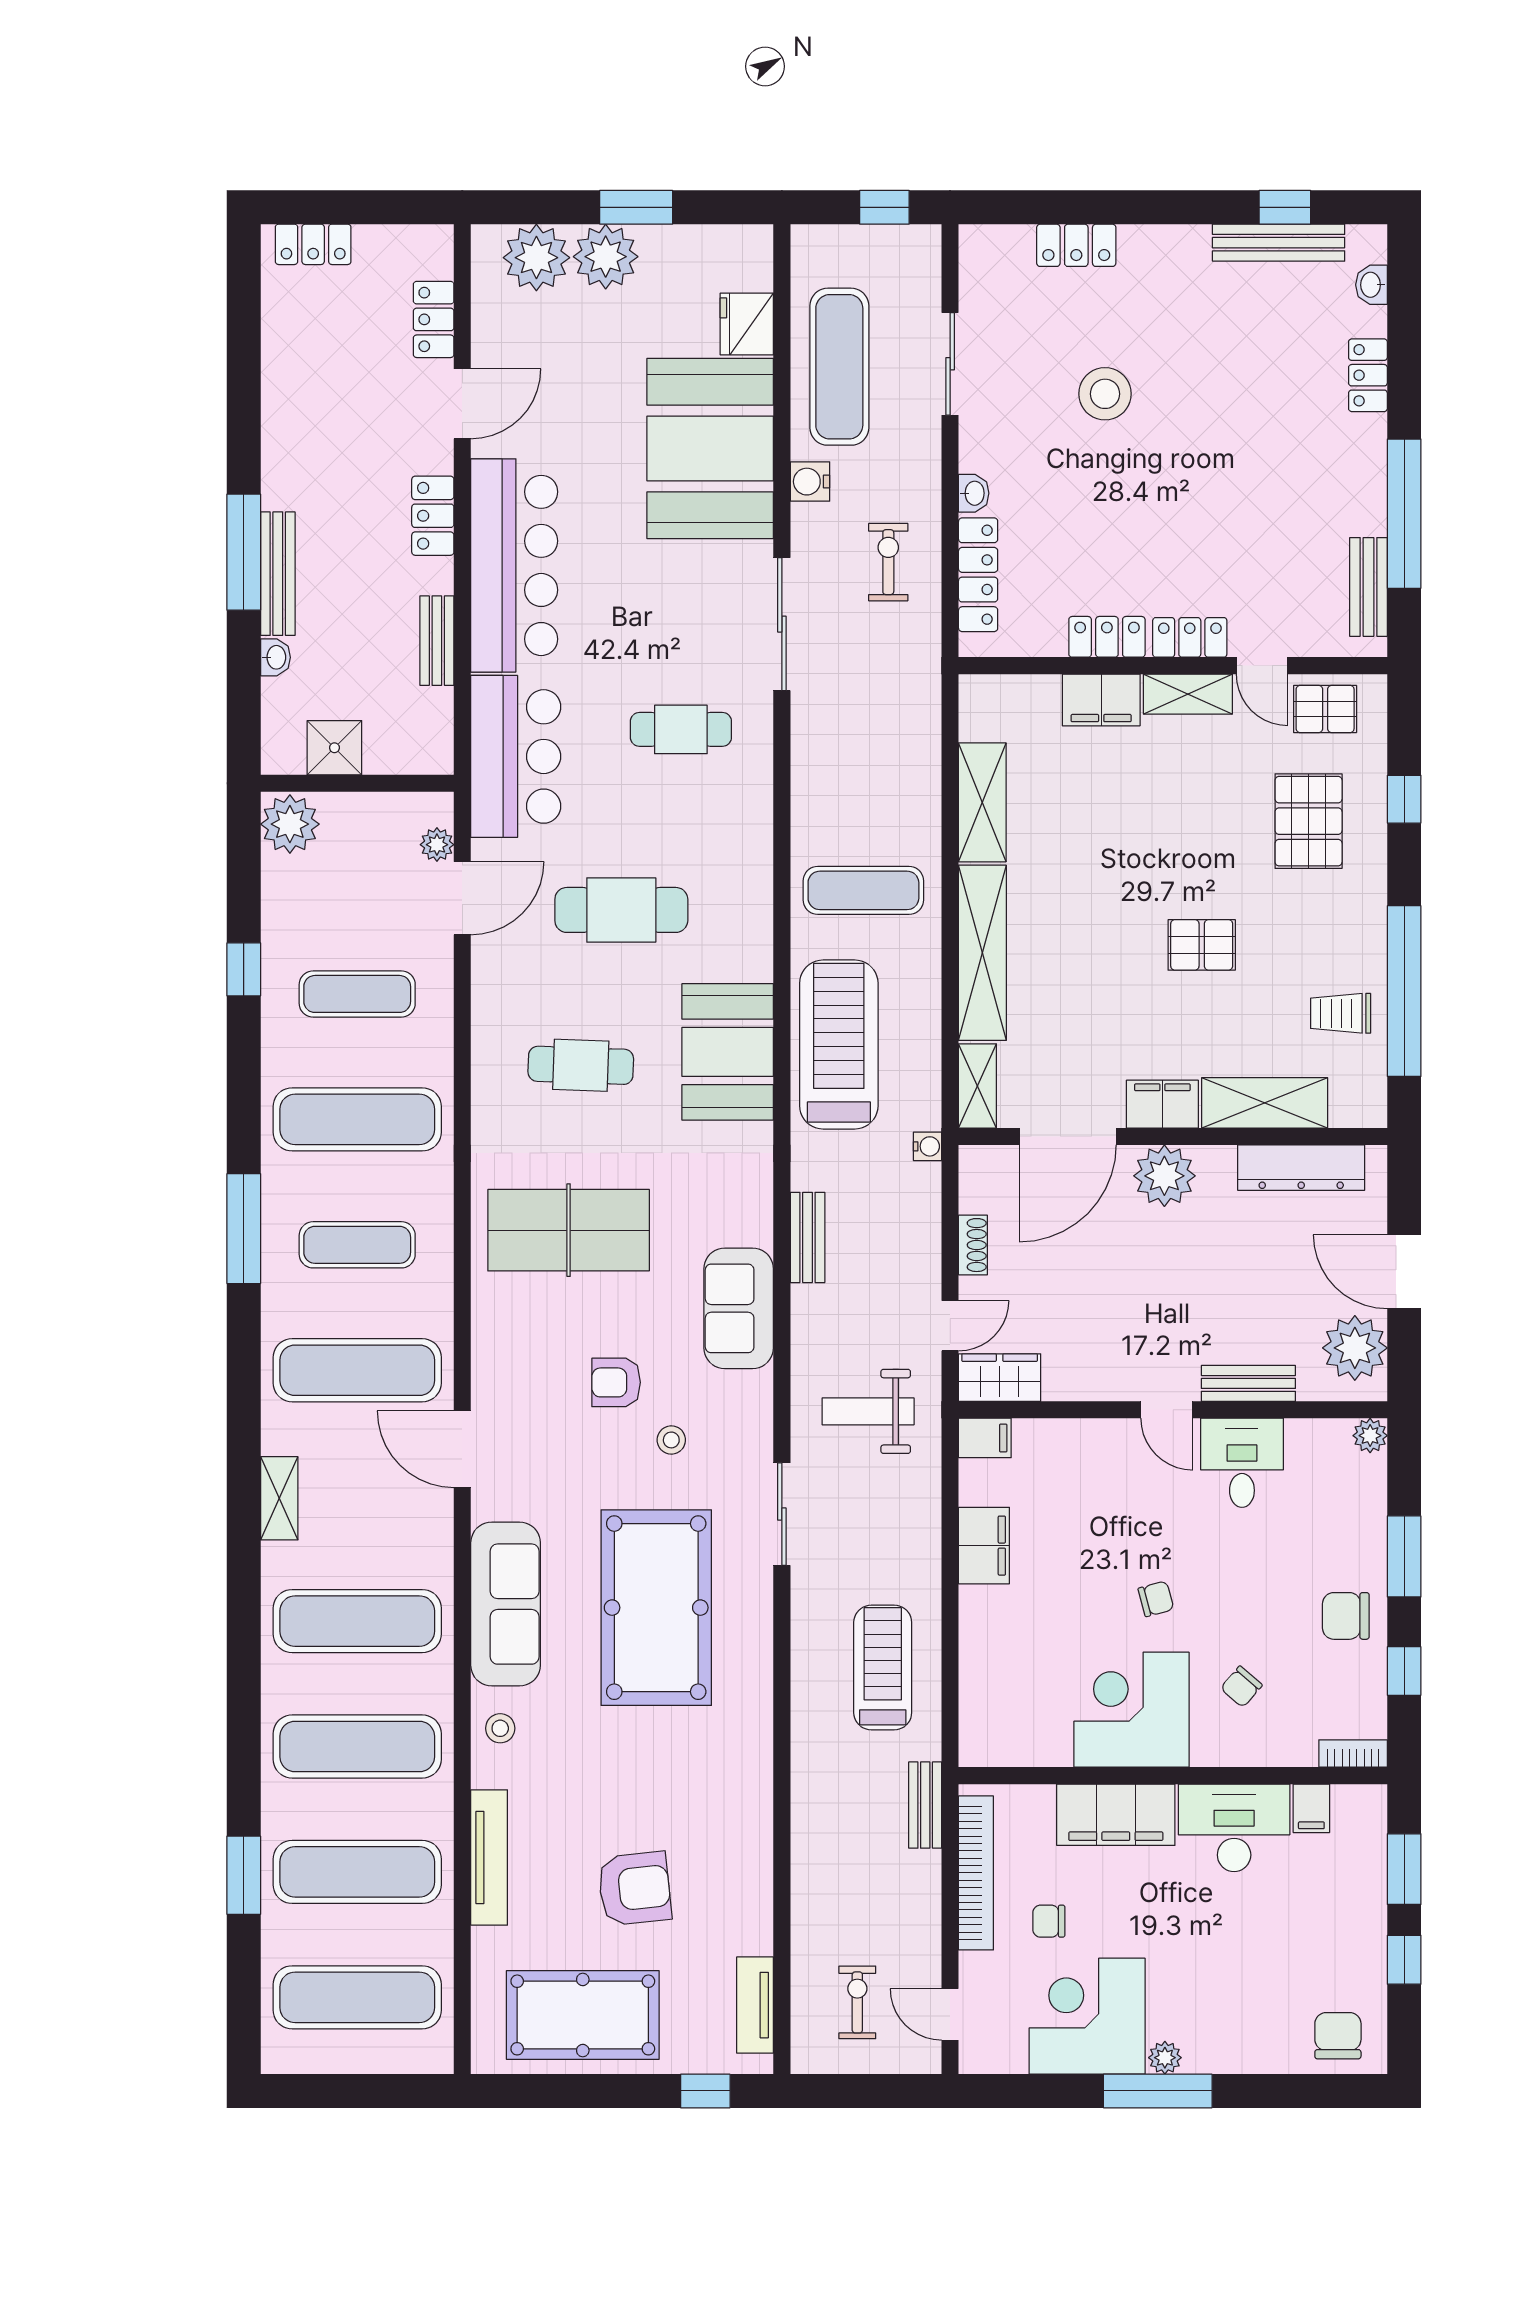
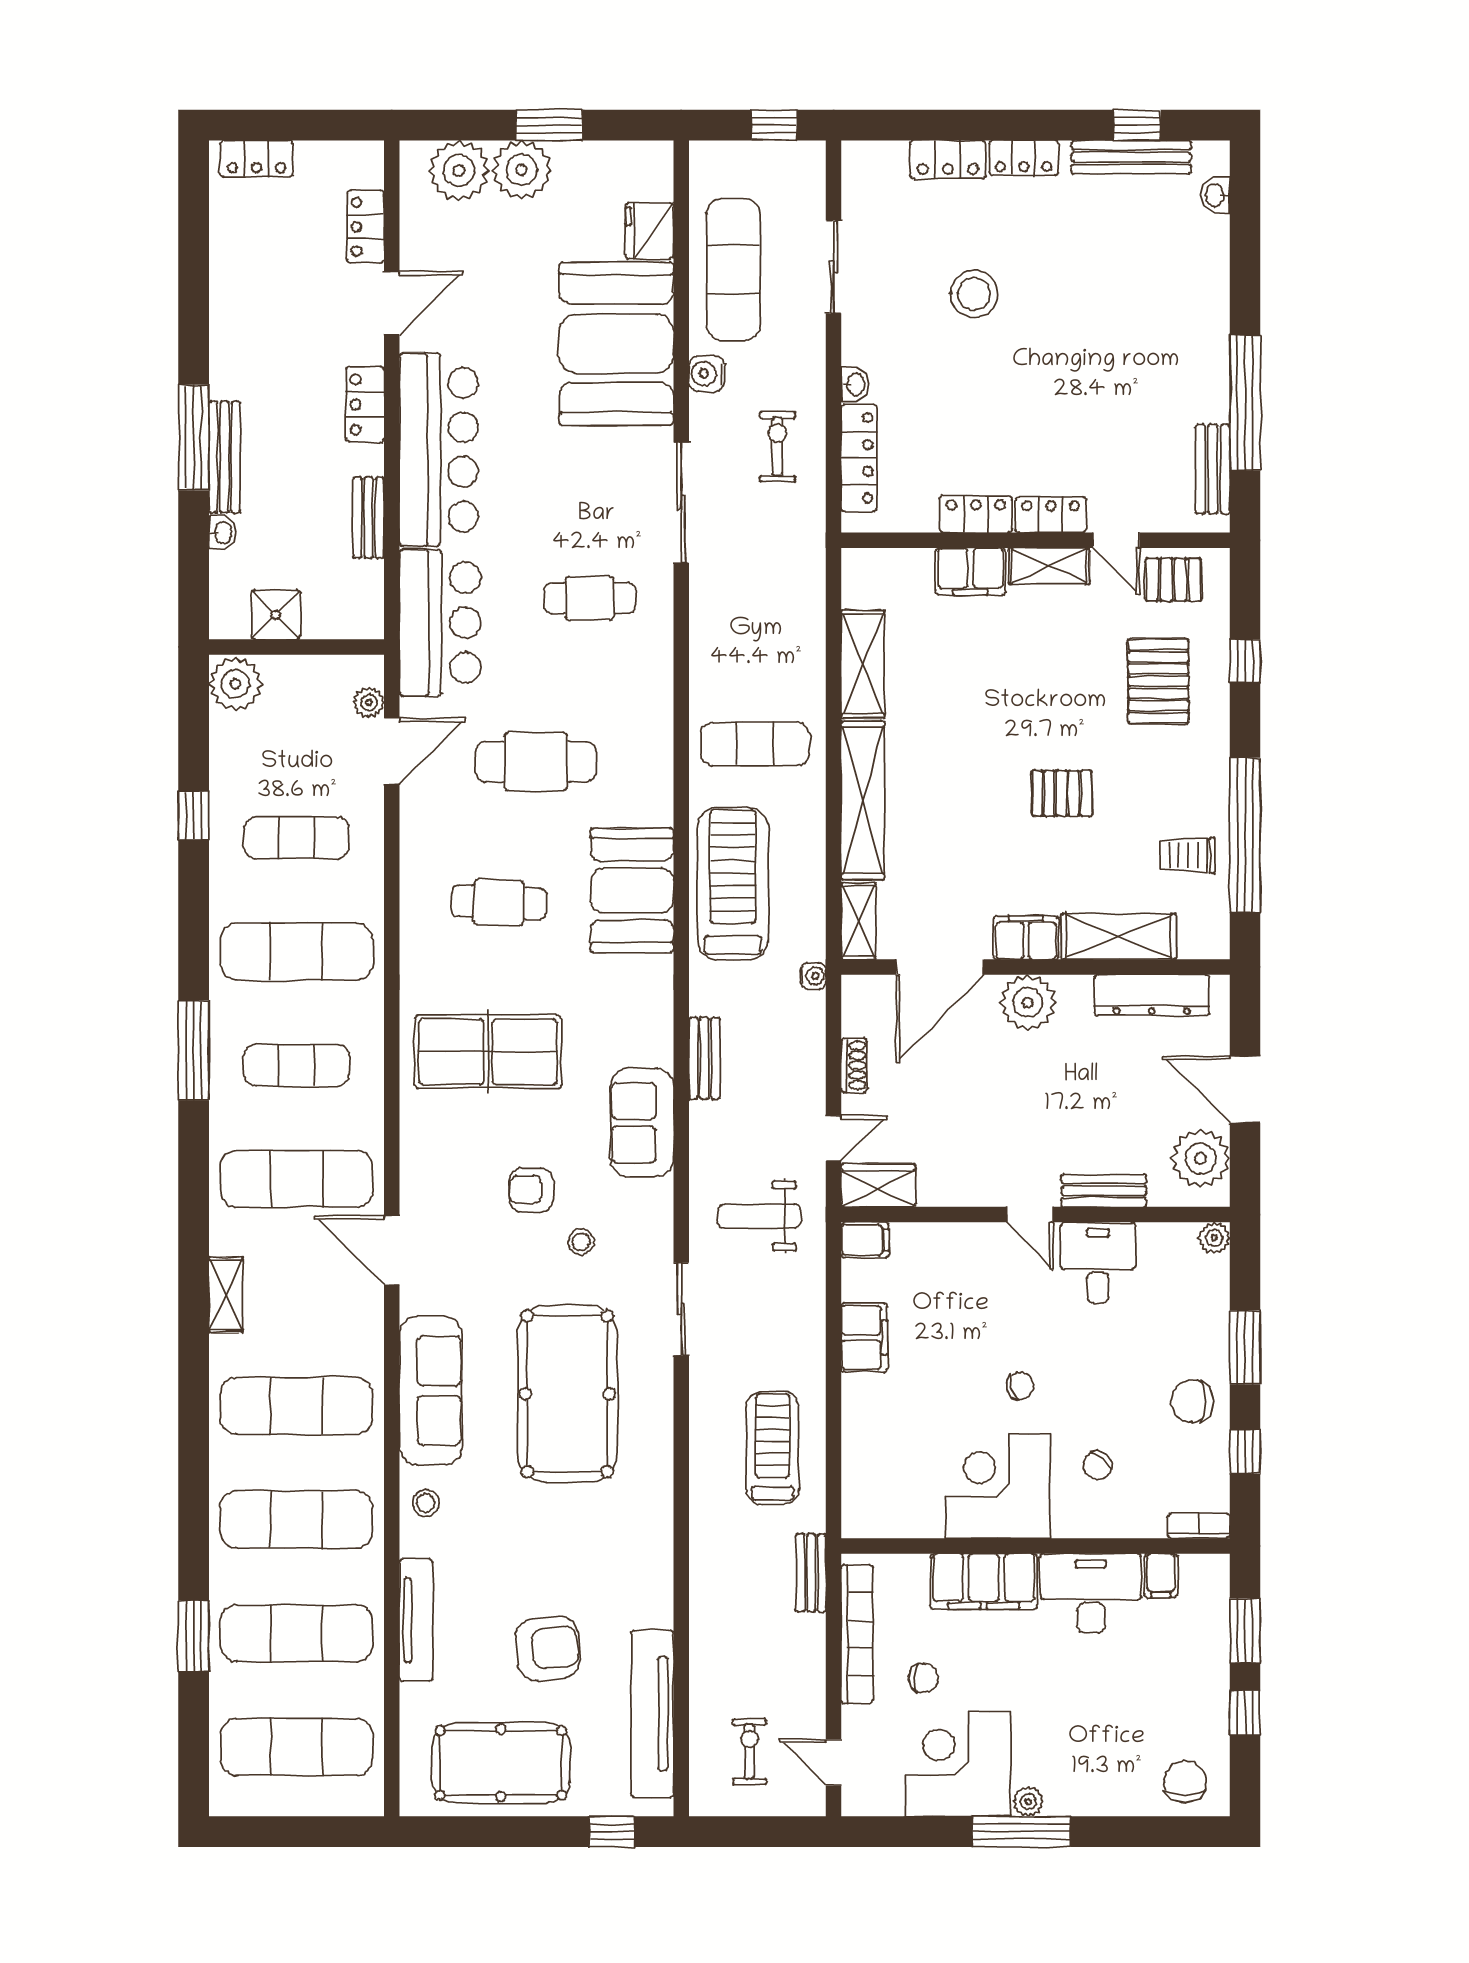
locker: (1368, 375) -> (1024, 158), moved, turned -90
chair: (1049, 1921) -> (923, 1678), turned 180
tv unit: (755, 2005) -> (652, 1714), width x1.92, depth x1.29

